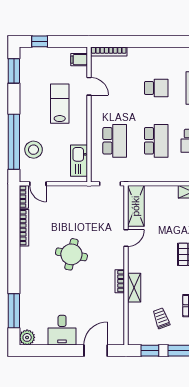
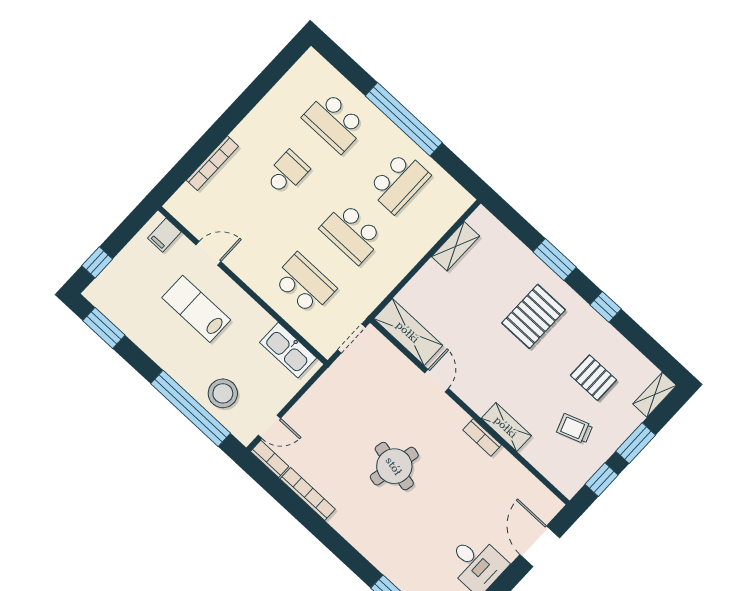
bookcase: (109, 51) -> (212, 163), moved
school desk: (156, 141) -> (352, 233), turned 180

